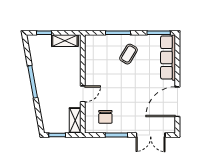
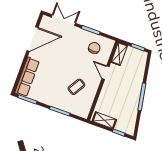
coffee table: (129, 54) -> (76, 87), moved
door: (83, 94) -> (106, 73), hinge flipped

